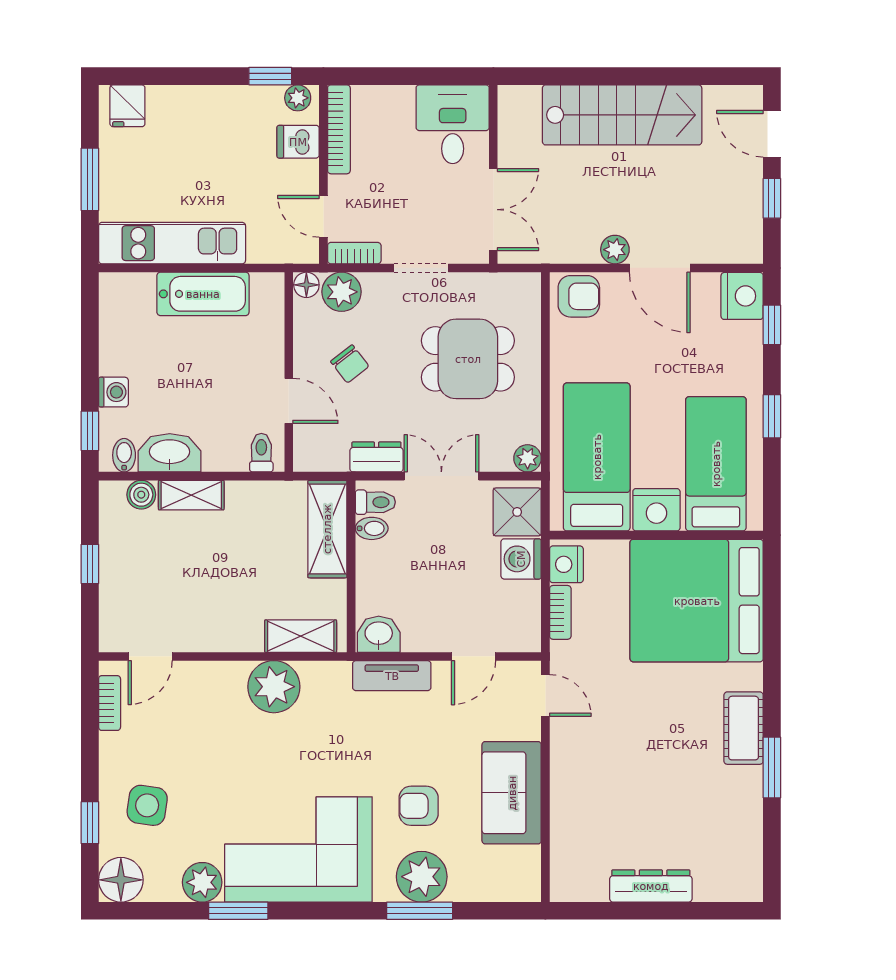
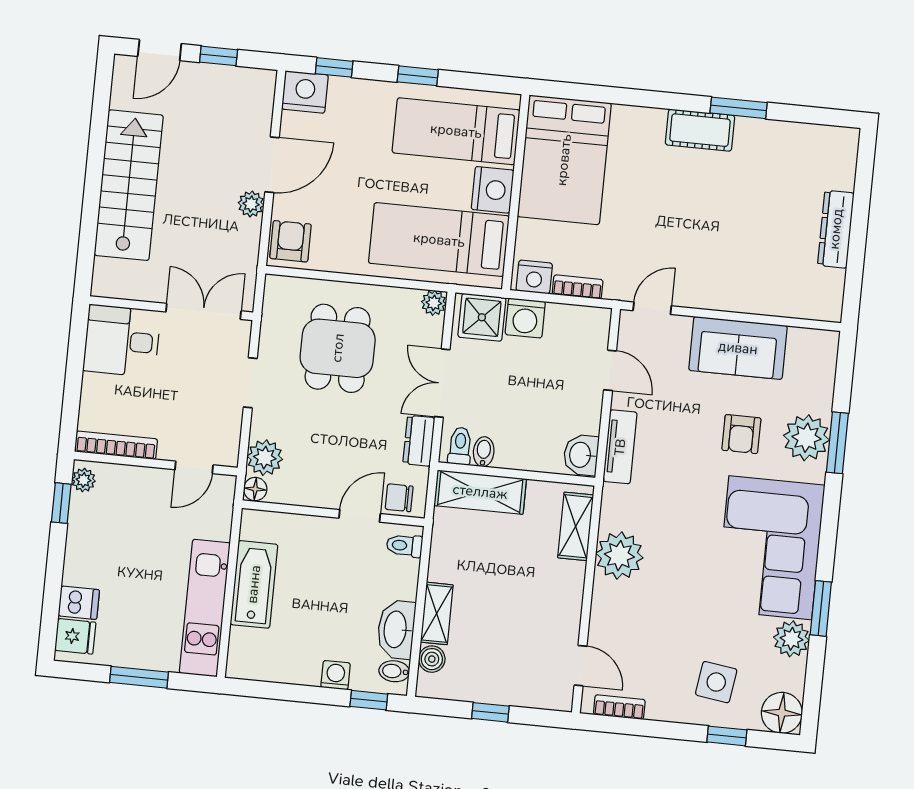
dishwasher: (298, 142) -> (79, 603), moved, turned -90
bookcase: (354, 253) -> (231, 442), removed
chair: (350, 364) -> (399, 498), moved, turned -142
bed: (697, 601) -> (564, 160), width x0.73

